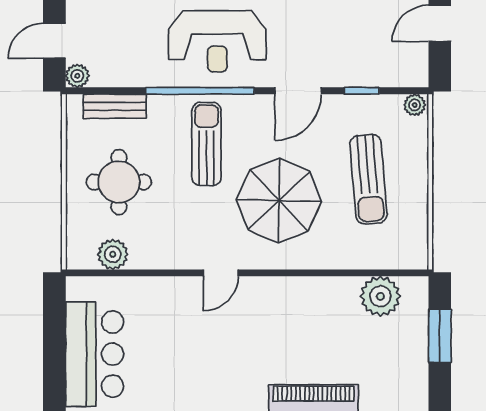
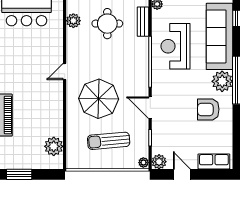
reception desk: (217, 41) -> (176, 46), moved
plant: (413, 72) -> (159, 162), added
sun lounger: (206, 144) -> (125, 65), removed
door: (221, 273) -> (65, 71), hinge flipped
window: (440, 336) -> (19, 174), moved

